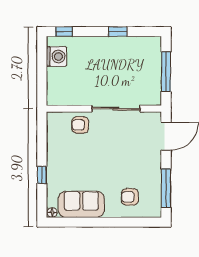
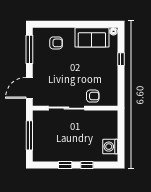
window: (64, 32) -> (87, 165), moved

